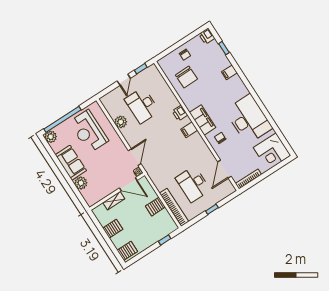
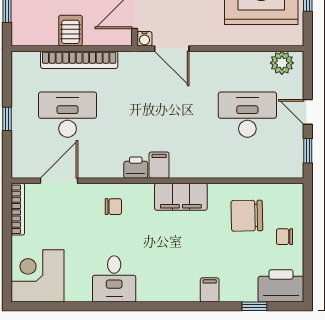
printer: (207, 36) -> (281, 286), width x1.87, depth x1.48
printer: (180, 113) -> (136, 168), moved
desk: (249, 119) -> (114, 279), width x0.53, depth x0.77
filing cabinet: (203, 120) -> (181, 197), moved
plant: (121, 122) -> (282, 63), moved
door: (224, 169) -> (59, 181), hinge flipped
bookcase: (174, 207) -> (79, 60), moved

